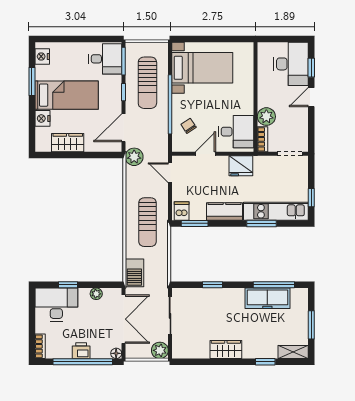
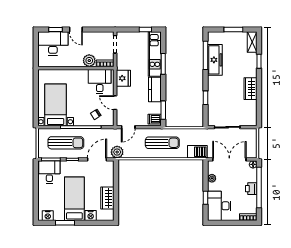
door: (123, 128) -> (97, 159), swing flipped
plant: (160, 350) -> (251, 134), removed

